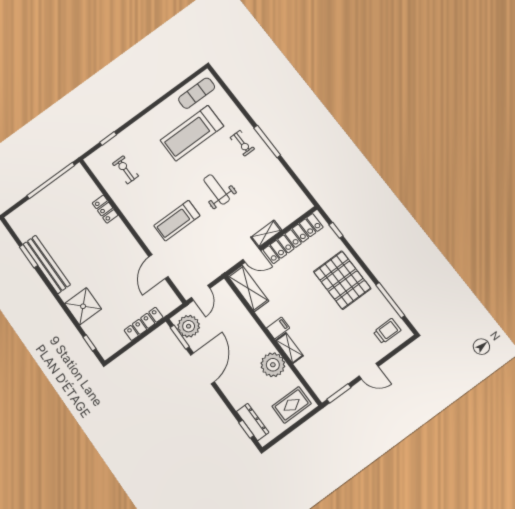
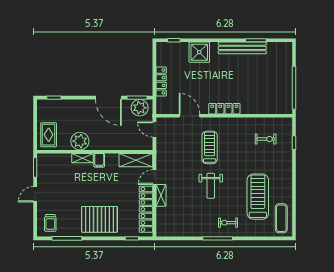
weight bench: (217, 189) -> (211, 186), turned 90
locker: (105, 209) -> (224, 109), moved, width x1.53
dresser: (253, 422) -> (55, 104), removed

